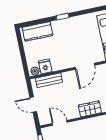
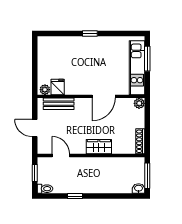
kitchen counter: (37, 31) -> (57, 45), removed

